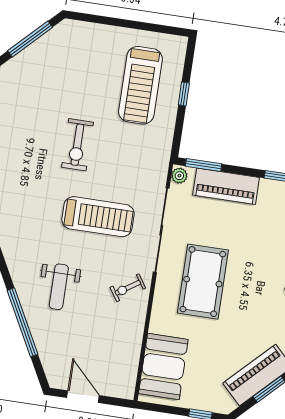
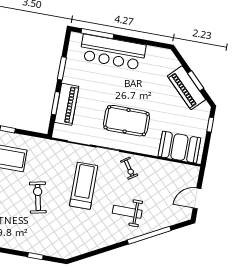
exercise bike: (77, 145) -> (38, 197), turned -102
window: (204, 165) -> (56, 103), moved
plant: (179, 176) -> (59, 134), removed
weight bench: (59, 287) -> (127, 212), turned 180

